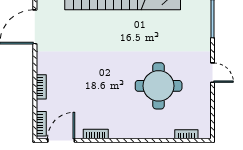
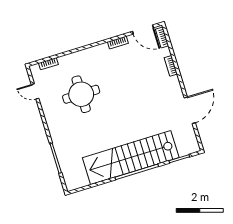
door: (212, 73) -> (35, 91), moved
door: (61, 140) -> (143, 30), hinge flipped

